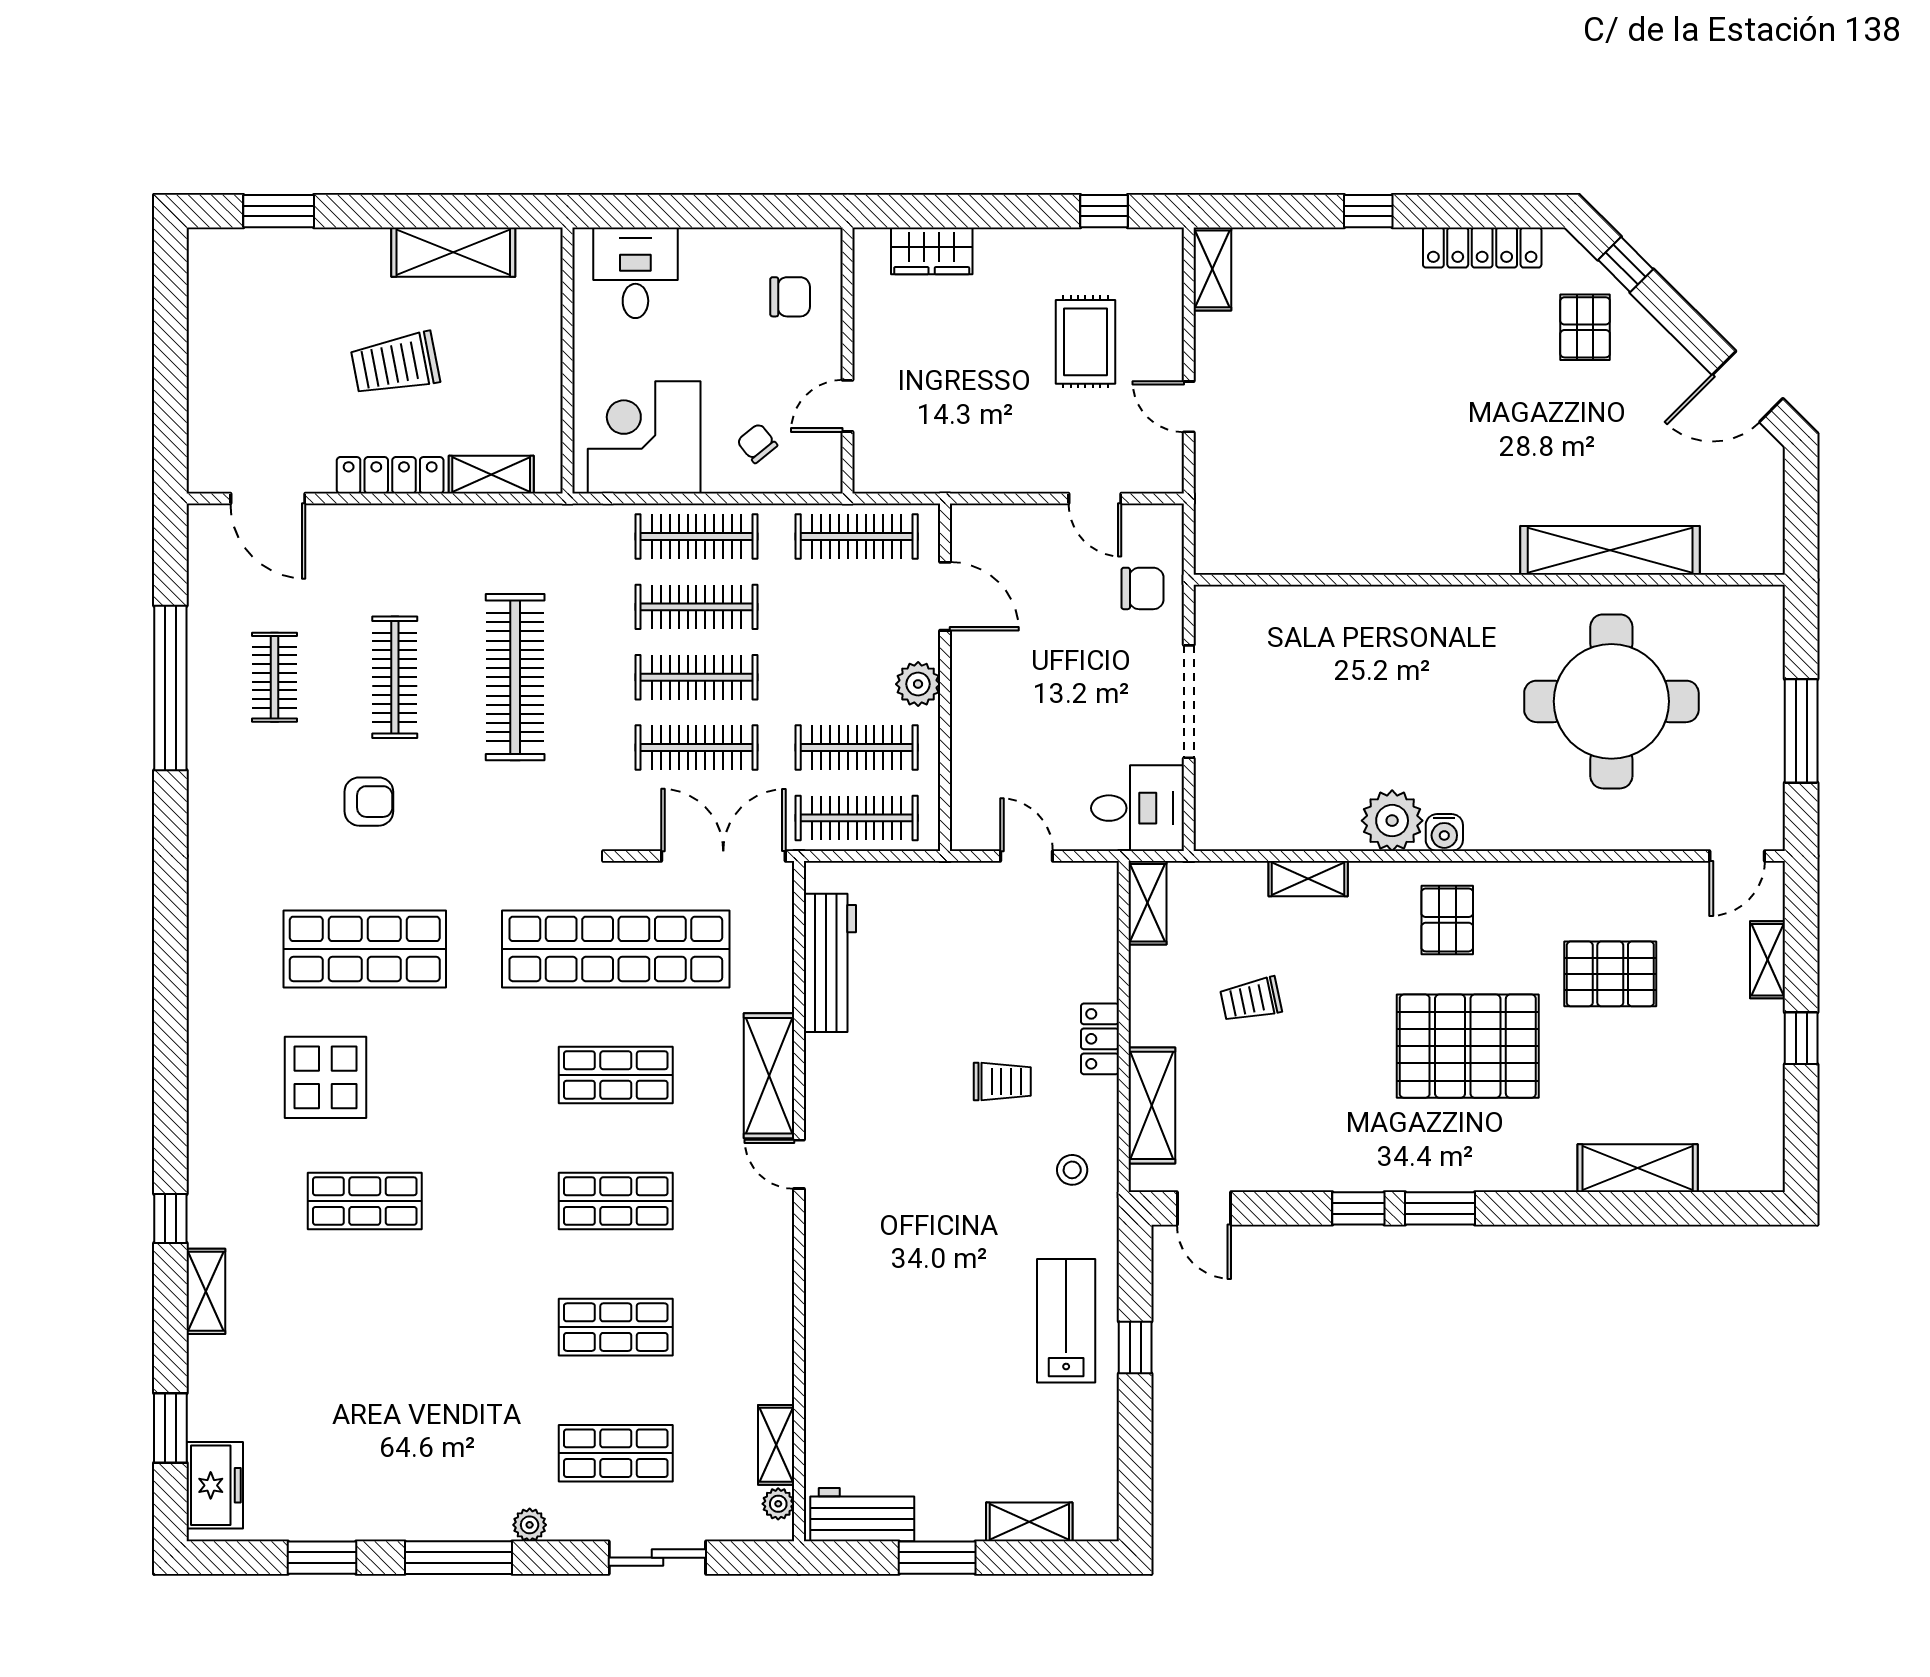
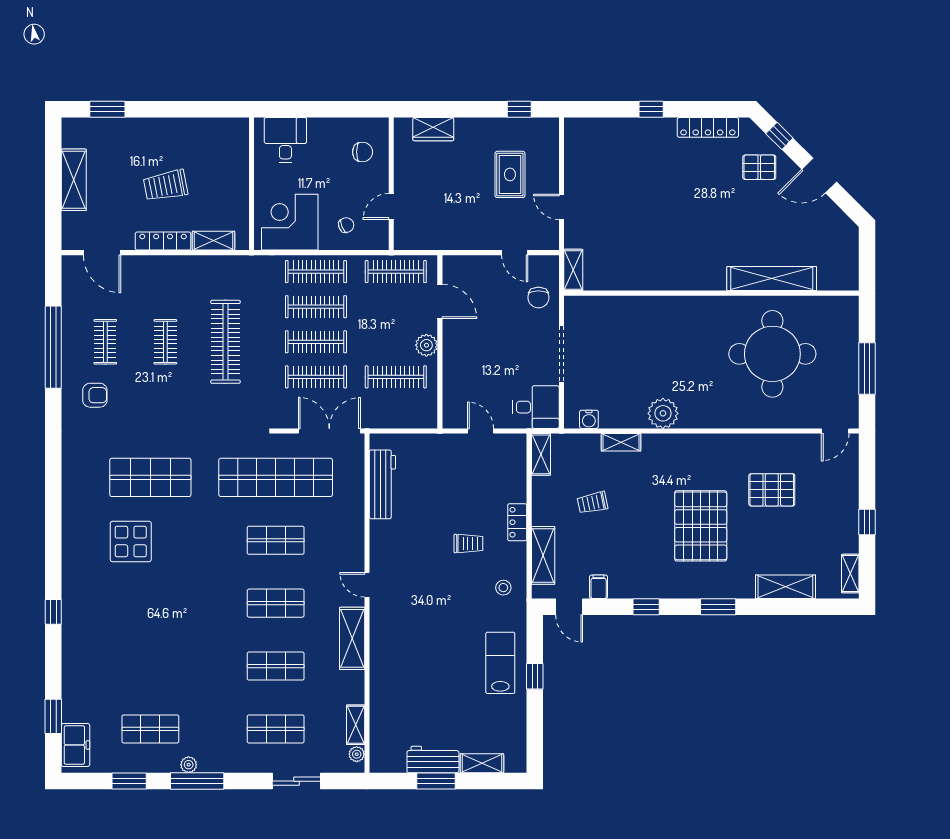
shelving: (453, 252) -> (74, 180), moved, turned 90
shelving: (1212, 269) -> (573, 270), moved
pallet: (1585, 327) -> (759, 167), turned 90
door: (1748, 387) -> (819, 176), moved
chair: (757, 443) -> (346, 225), turned 106
chair: (1143, 588) -> (538, 298), turned 90
clothes rail: (395, 677) -> (165, 342), width x0.73
armchair: (369, 802) -> (95, 395), moved
clothes rail: (857, 818) -> (396, 412), removed
water cooler: (1444, 833) -> (589, 419), moved
pallet: (1447, 920) -> (690, 463), removed
shelving: (1767, 960) -> (850, 574), moved
pallet: (1468, 1046) -> (701, 526), turned 90
shelving: (769, 1076) -> (352, 638), moved
filing cabinet: (1263, 1168) -> (599, 587), added
shop shelf: (365, 1201) -> (150, 729), moved
window: (1440, 1208) -> (718, 607), moved
shelving: (206, 1291) -> (71, 648), removed
workbench: (862, 1515) -> (433, 760), moved
plant: (530, 1525) -> (189, 765), moved

